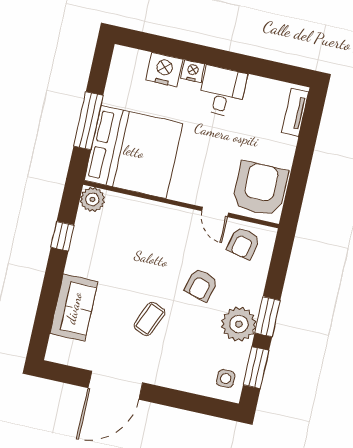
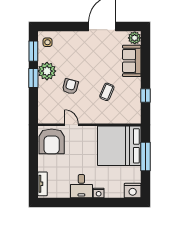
nightstand: (164, 70) -> (133, 191), moved
plant: (92, 199) -> (135, 38), moved
armchair: (243, 243) -> (54, 112), removed
coffee table: (149, 319) -> (107, 92), moved

